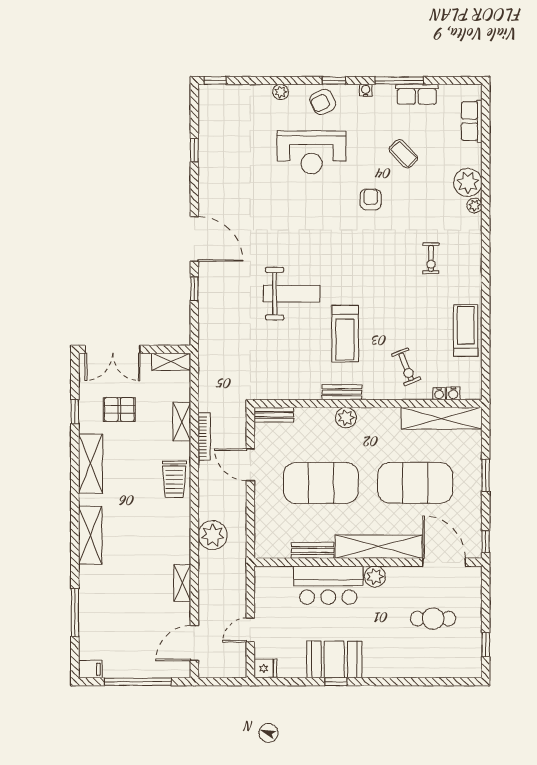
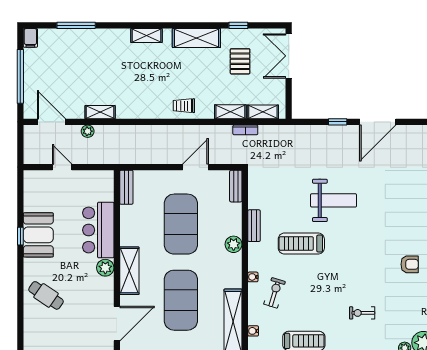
weight bench: (292, 294) -> (334, 200), turned -90
shelving: (171, 362) -> (263, 112), moved, turned 90
exercise bike: (406, 367) -> (275, 293), turned 129
bench: (342, 392) -> (254, 226), moved
water cooler: (439, 394) -> (253, 277), moved
bookcase: (204, 437) -> (245, 130), moved, width x0.64
trolley: (174, 479) -> (184, 106), width x0.73, depth x0.72
shelving: (90, 535) -> (146, 36), width x0.67, depth x0.75
plant: (213, 535) -> (88, 131), moved, width x0.53, depth x0.53
shelving: (379, 547) -> (129, 271), width x0.68
bench: (313, 550) -> (126, 187), moved
cafe table: (433, 619) -> (46, 295), moved, turned -56
fridge: (265, 668) -> (31, 179), removed

